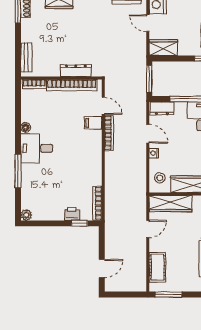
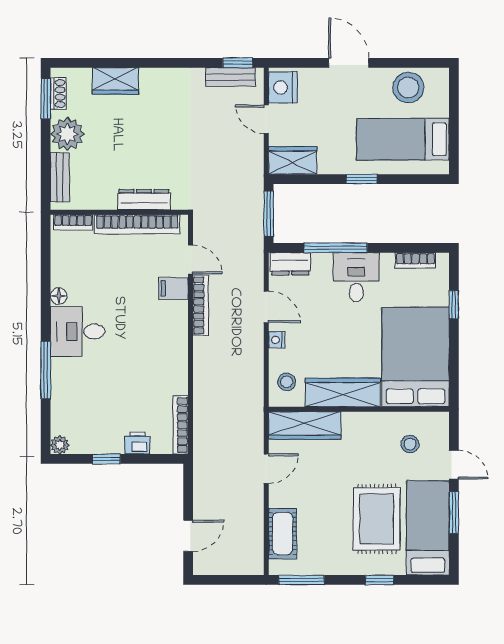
plant: (31, 32) -> (67, 134), added
window: (79, 223) -> (106, 459), moved

